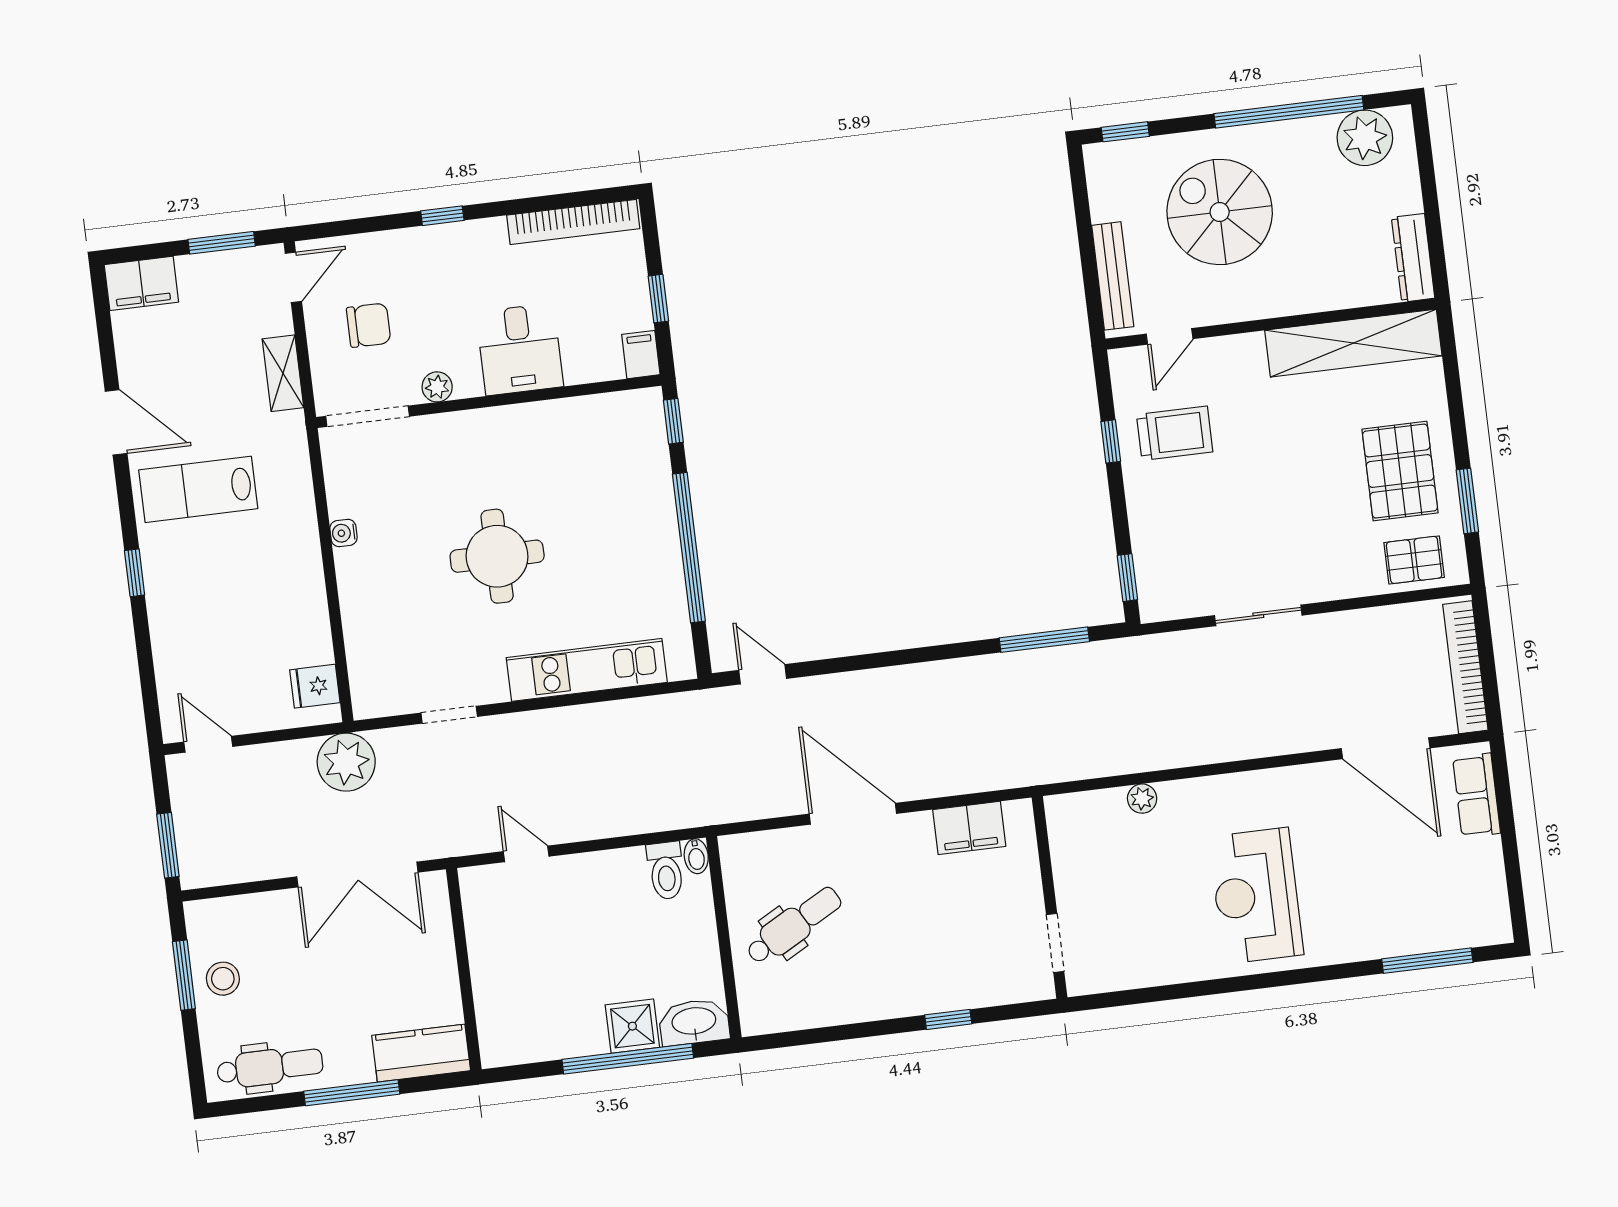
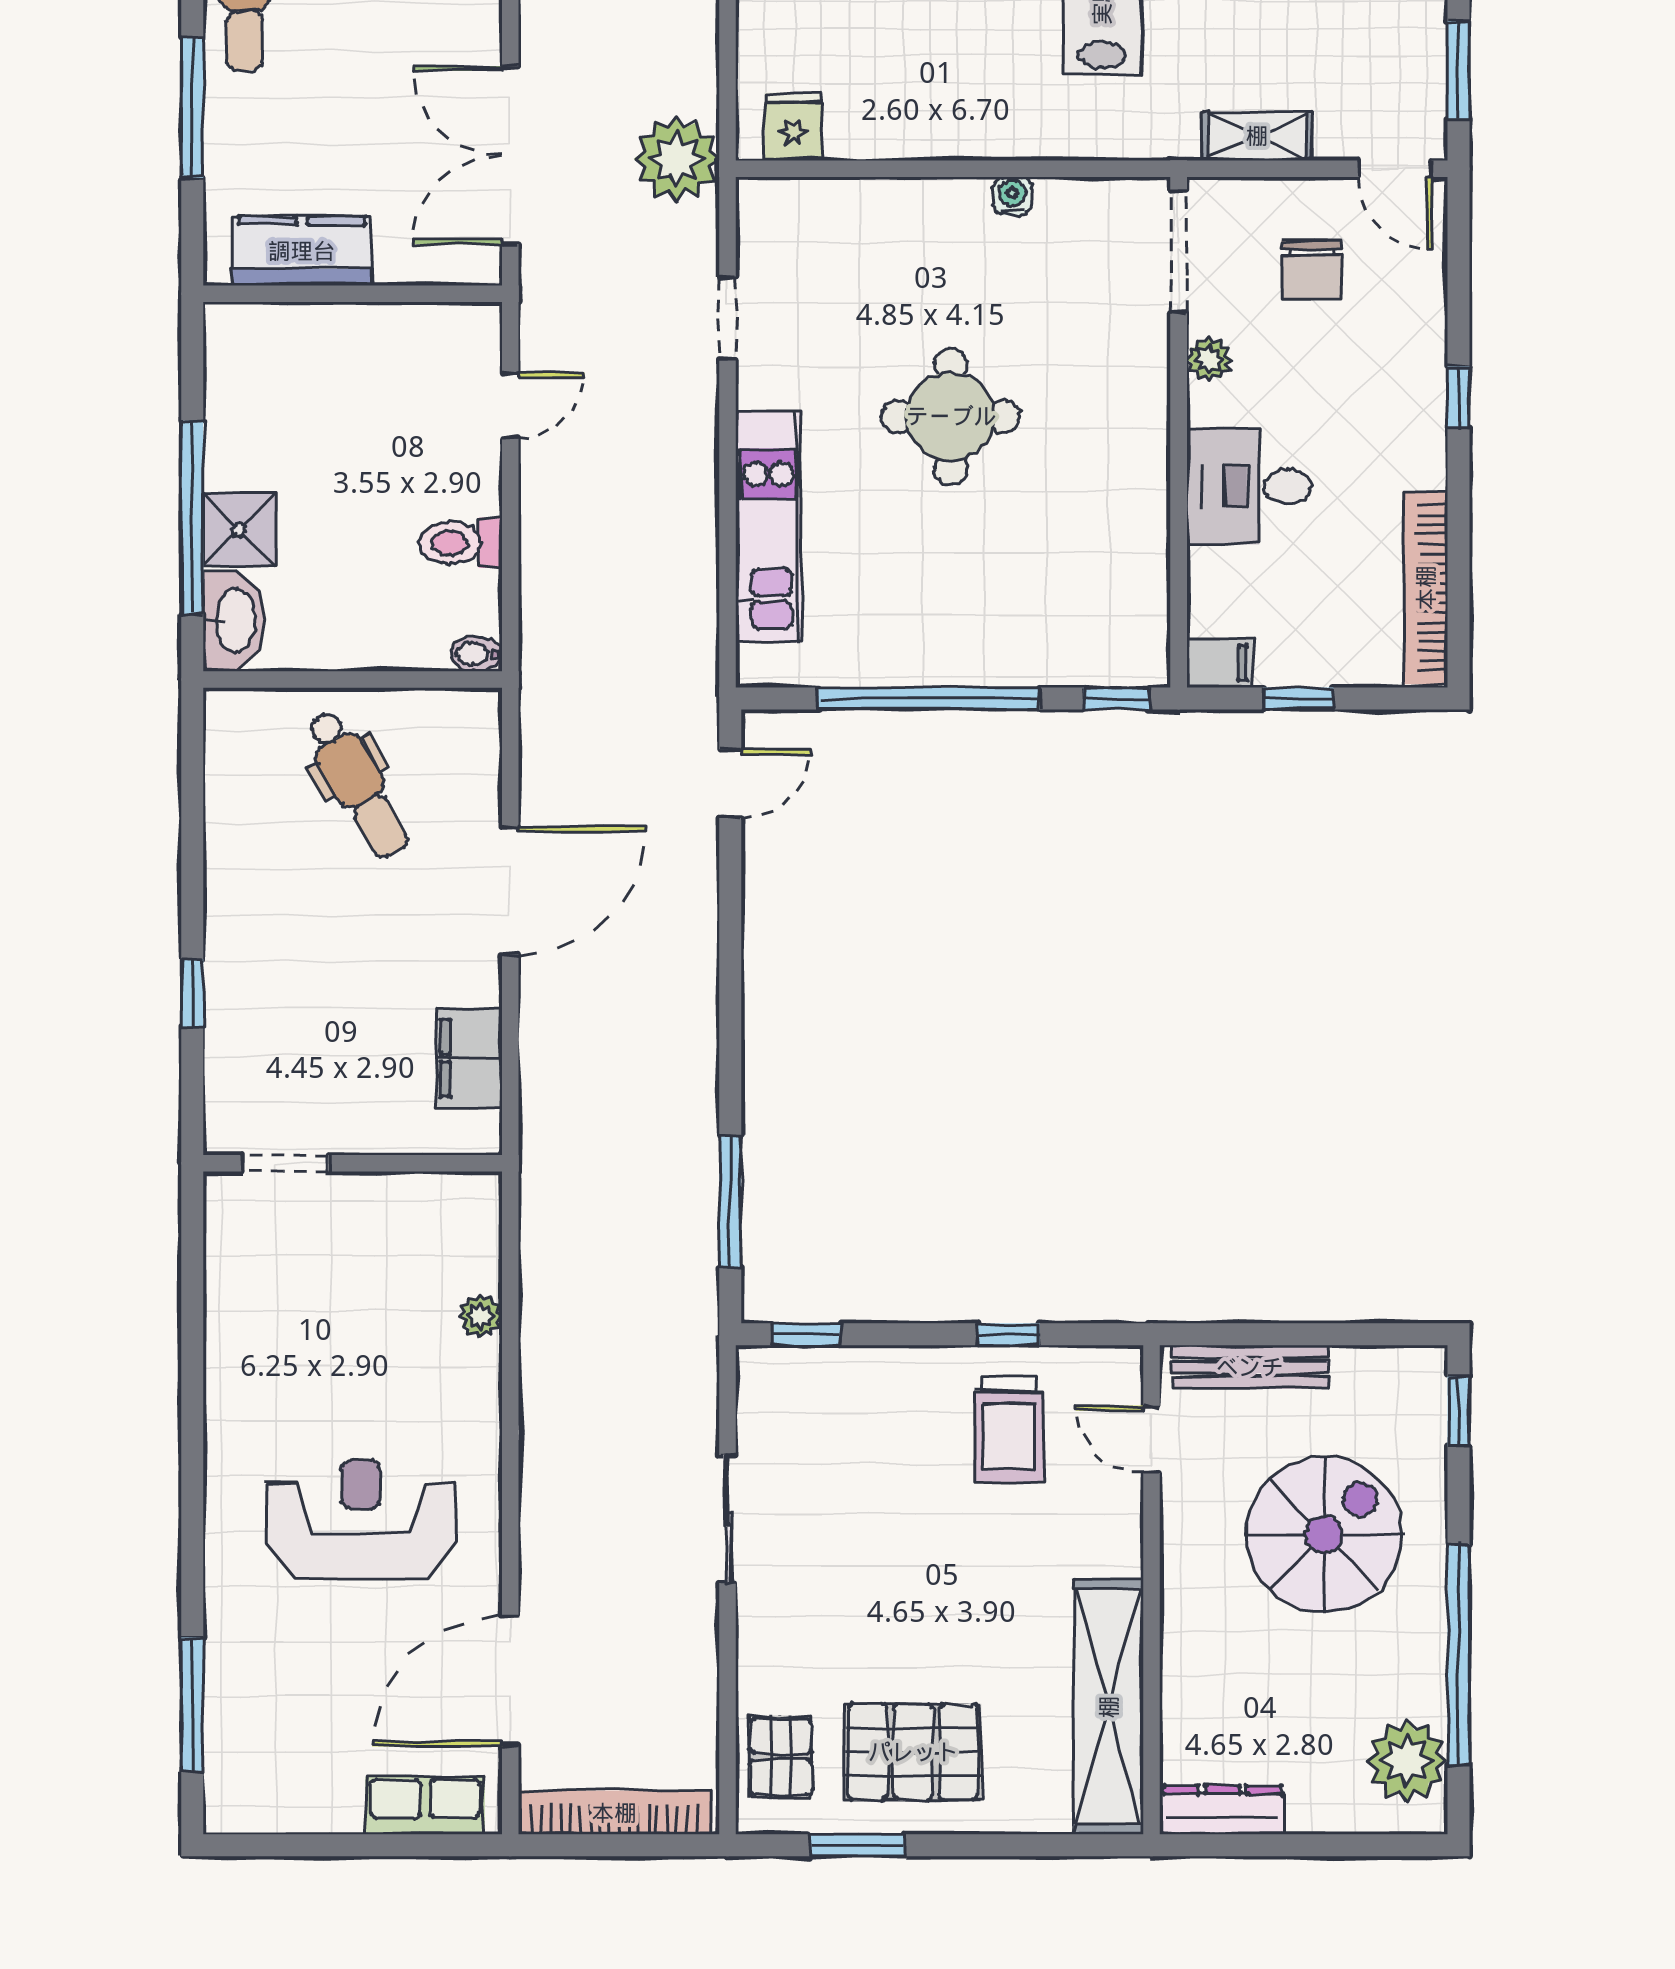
toilet: (666, 871) -> (461, 543), moved
reception desk: (1256, 896) -> (361, 1519), moved
kitchen counter: (421, 1053) -> (302, 251), moved, turned -90

